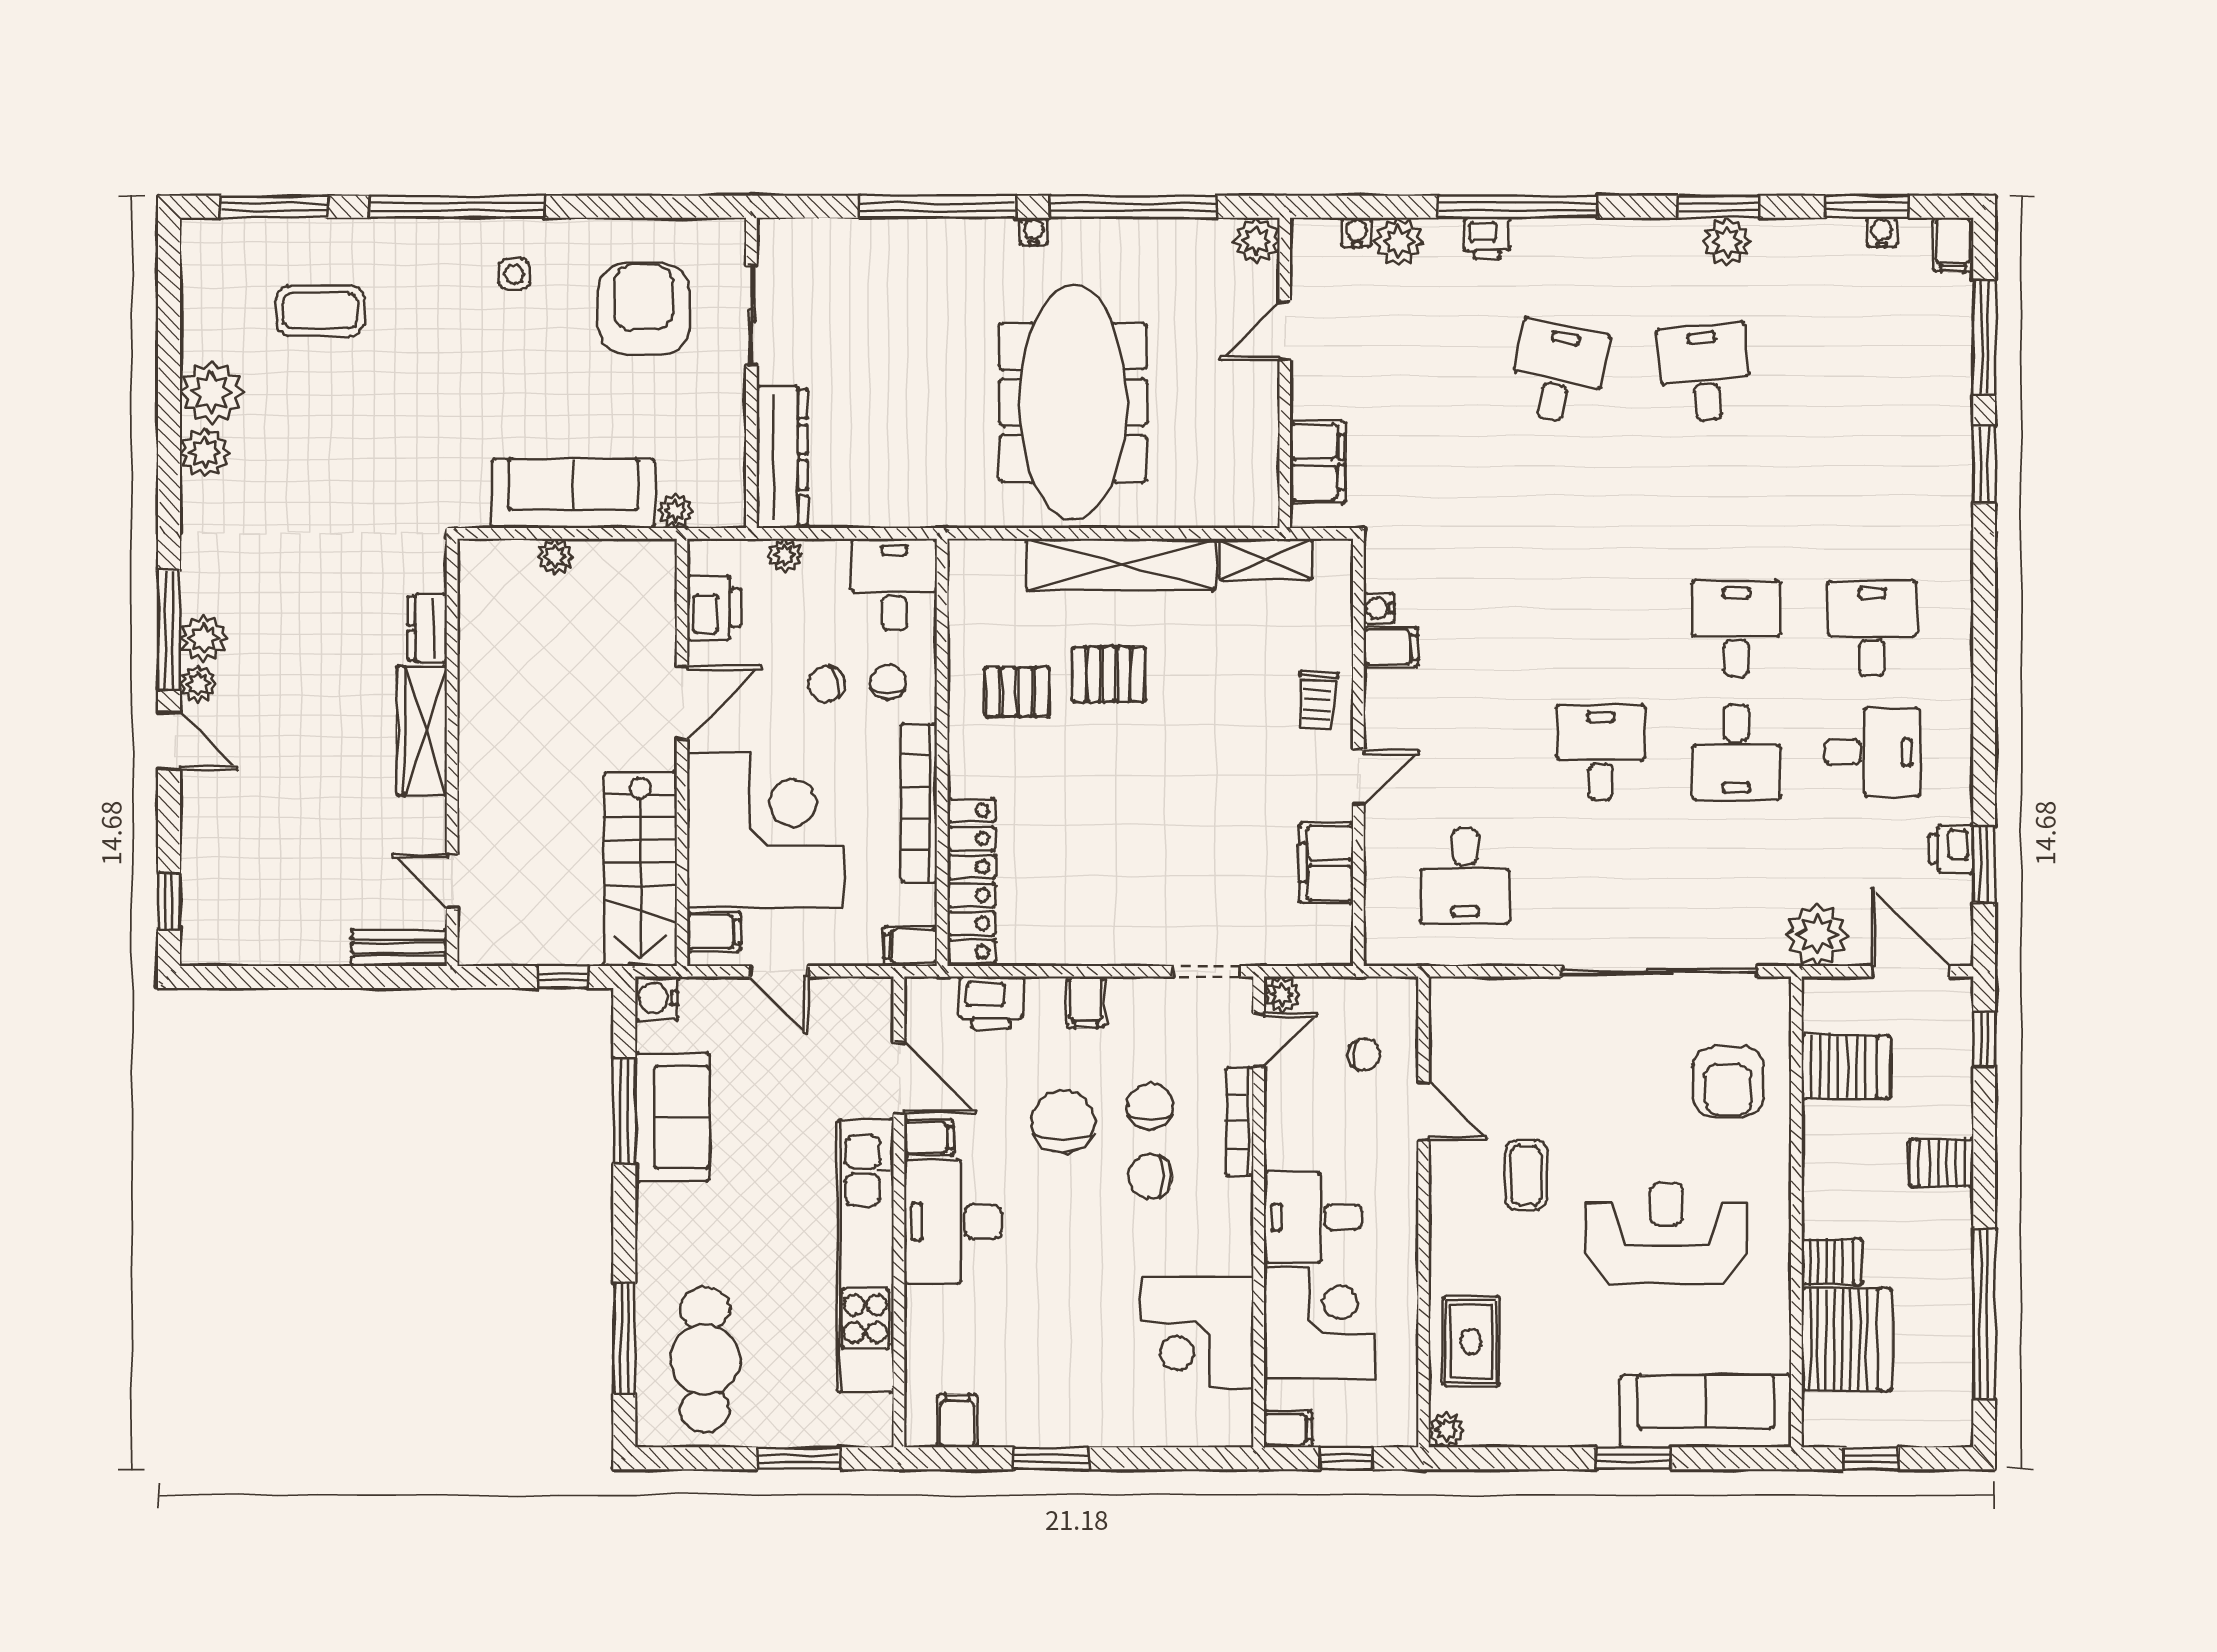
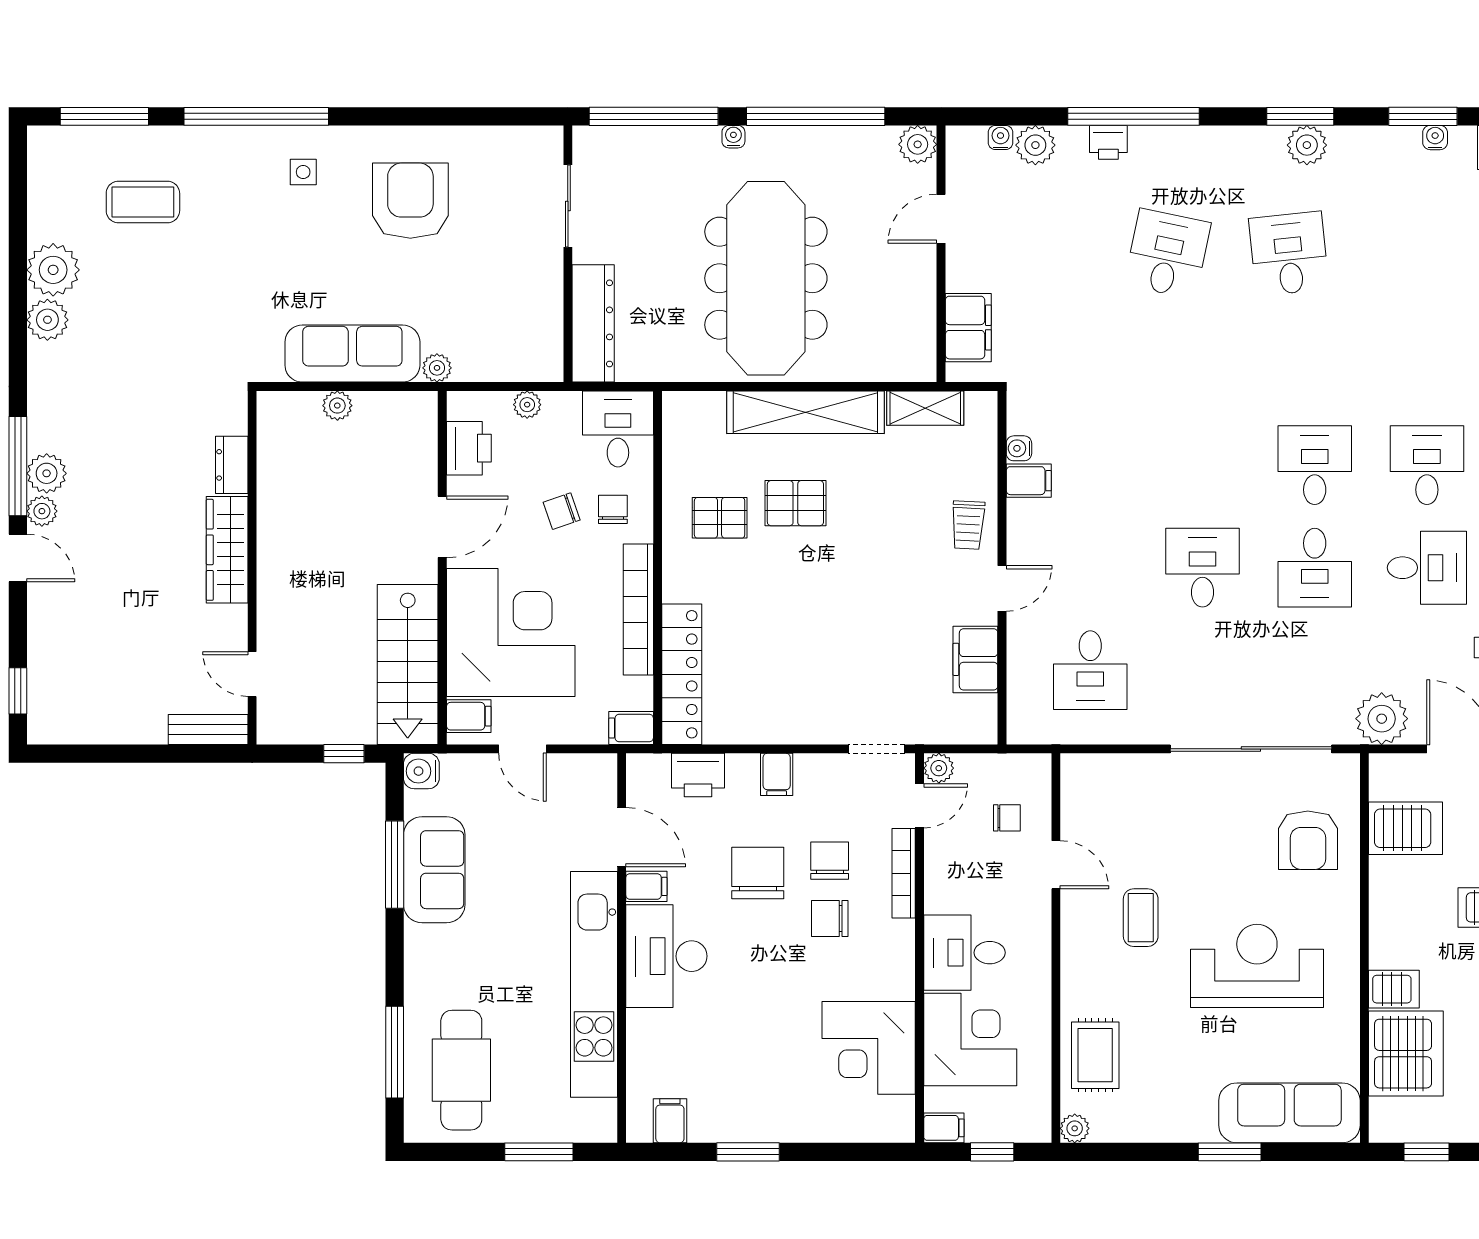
sliding door: (751, 315) -> (568, 206), moved
wall: (751, 373) -> (568, 254), moved
dresser: (782, 457) -> (593, 323), moved

